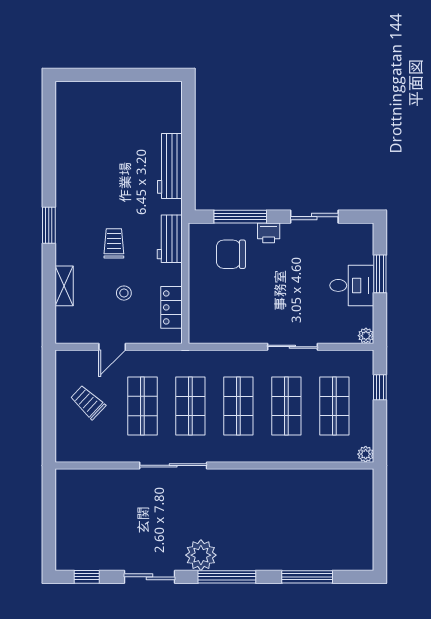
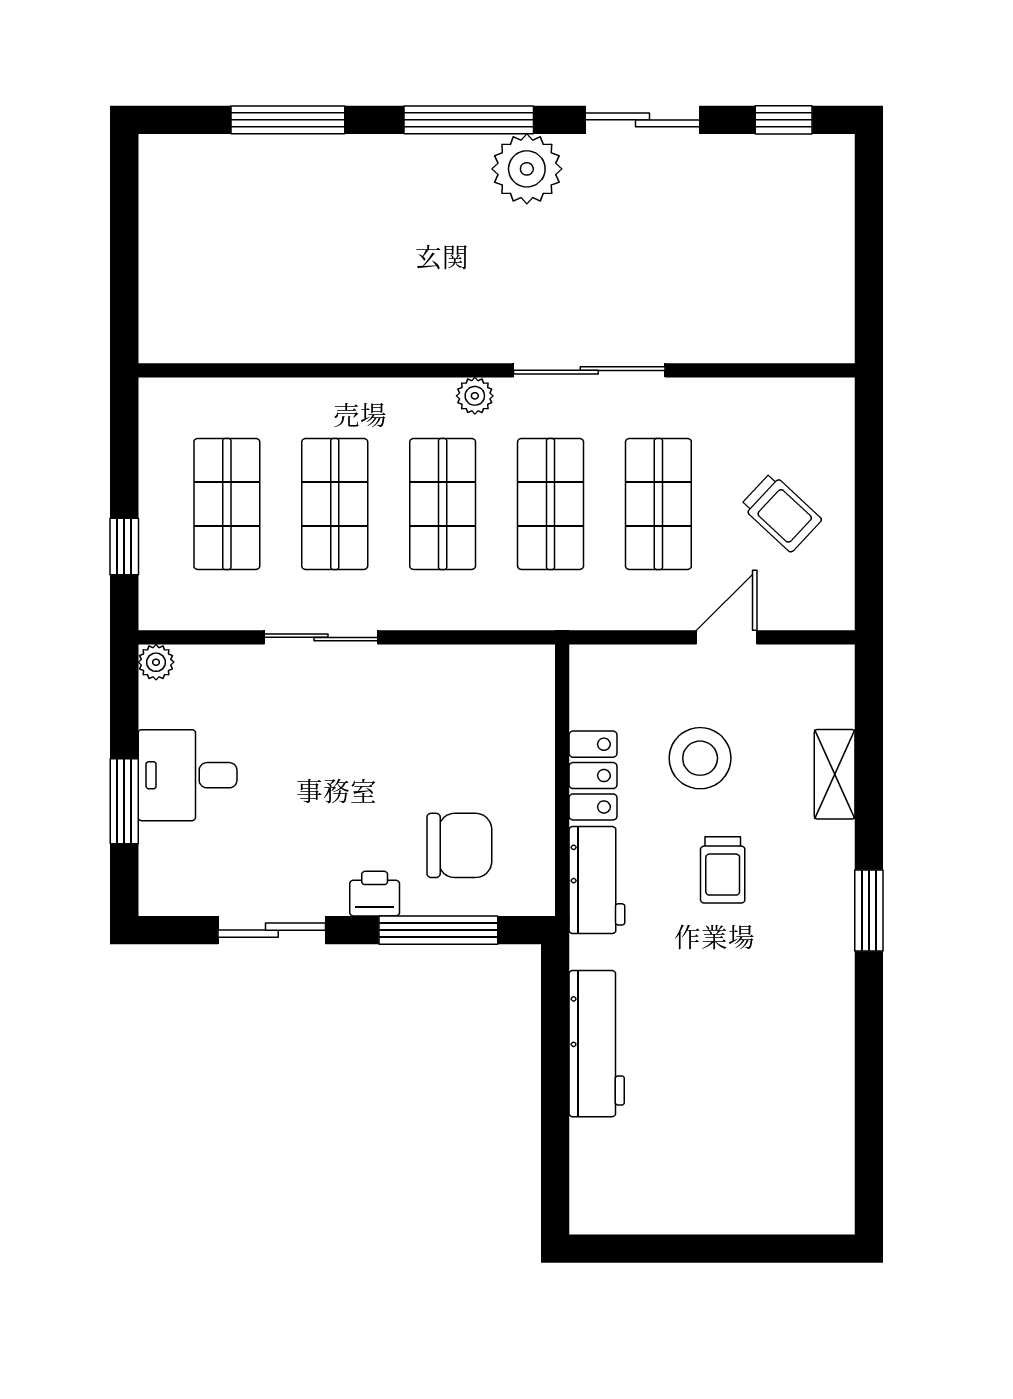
stool: (124, 293) -> (700, 758), width x1.89, depth x1.89
locker: (172, 307) -> (593, 776), moved
plant: (366, 454) -> (475, 396), moved

